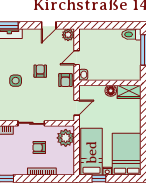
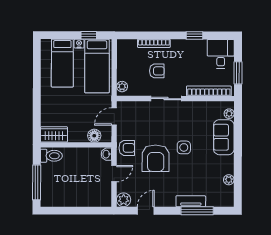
toilet: (131, 34) -> (51, 156), moved
armchair: (40, 71) -> (156, 158), width x1.88, depth x1.88
armchair: (65, 80) -> (127, 148), turned 90
floor lamp: (111, 91) -> (94, 136), moved
plant: (66, 138) -> (122, 87), width x0.53, depth x0.53
bed: (127, 154) -> (62, 63), width x0.67

